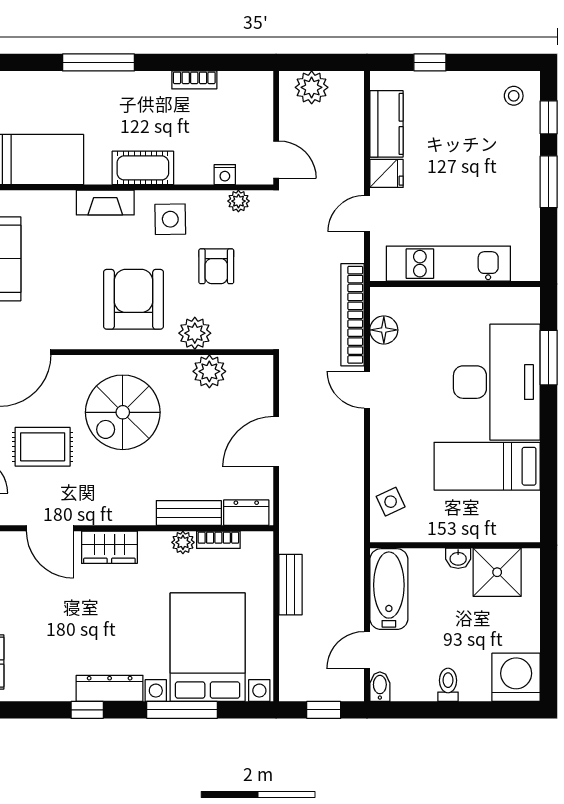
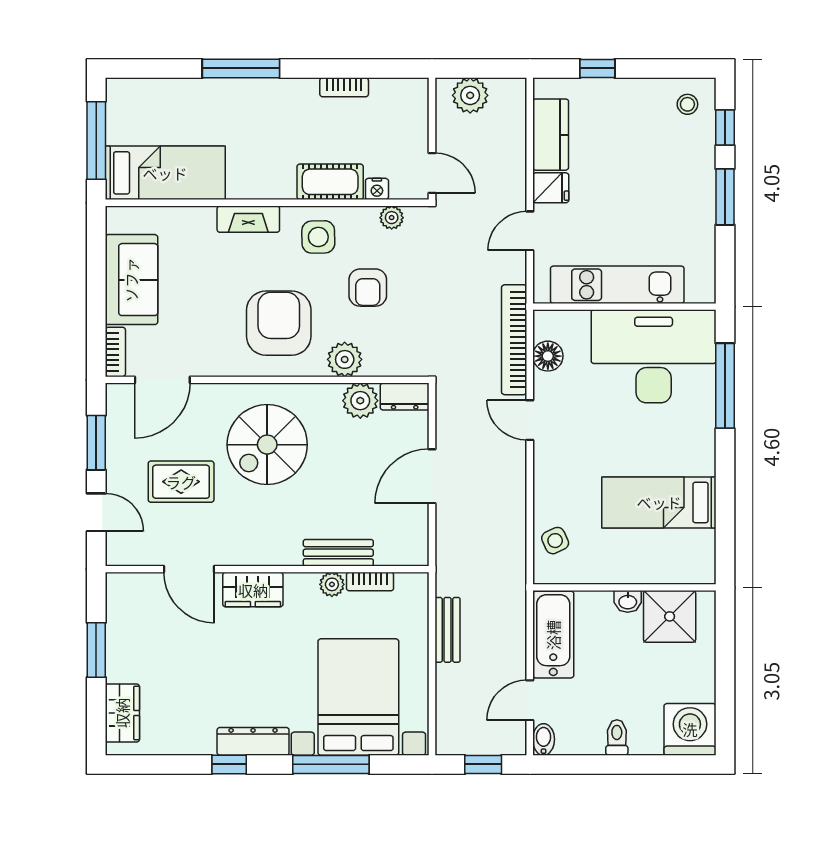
cot: (143, 168) -> (330, 182), moved
window: (549, 358) -> (725, 386), width x1.44
desk: (497, 382) -> (654, 356), moved, turned -90
dresser: (246, 513) -> (405, 397), moved, turned 180

